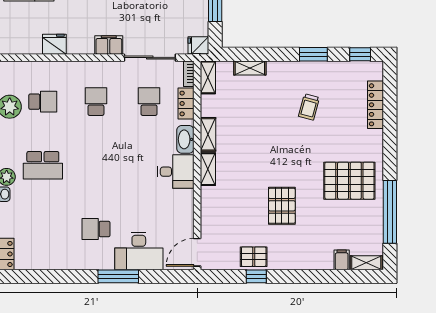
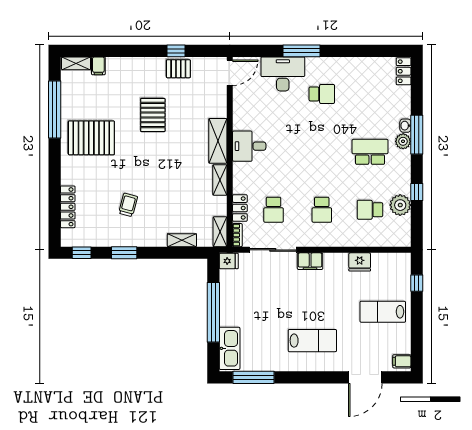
washbasin: (185, 139) -> (240, 175), removed
shelving: (208, 169) -> (218, 141), width x1.50, depth x1.33

